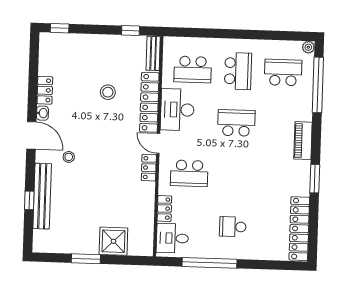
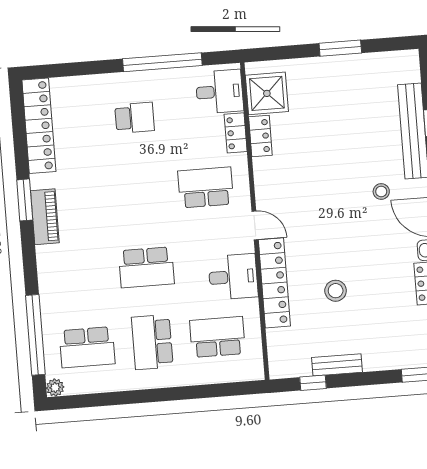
bench: (153, 53) -> (337, 365), moved, turned 90
desk: (177, 110) -> (233, 277), width x0.73
piano: (303, 141) -> (45, 217), moved
locker: (149, 168) -> (260, 136), moved
shower: (113, 241) -> (267, 93), moved

